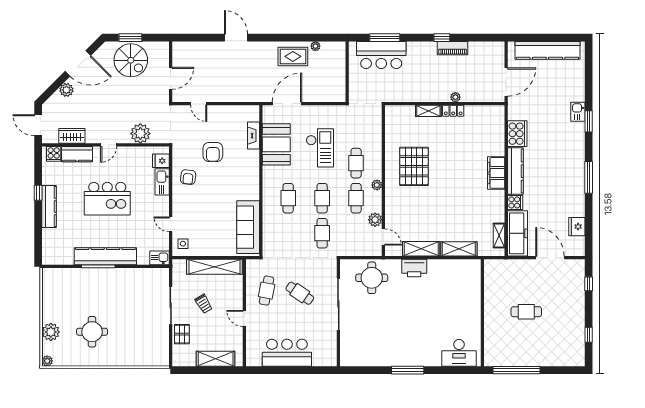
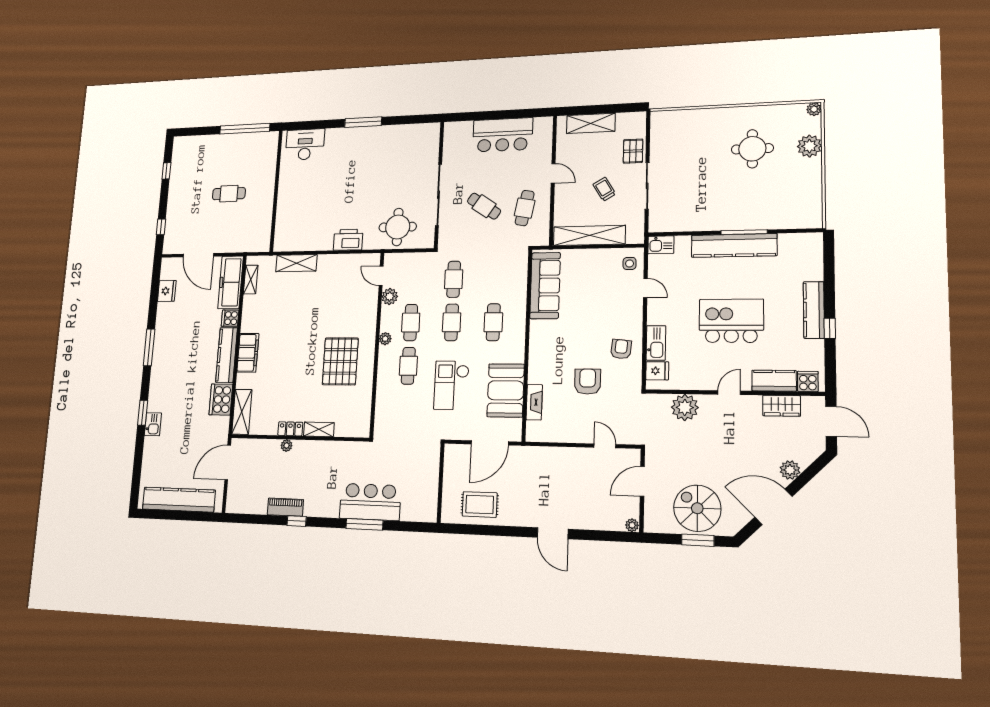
plant: (315, 46) -> (632, 525), moved
wall: (347, 72) -> (441, 483), moved
shelving: (421, 249) -> (242, 412), moved, turned 90

